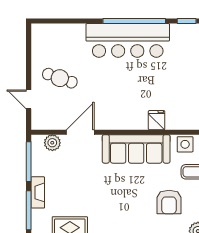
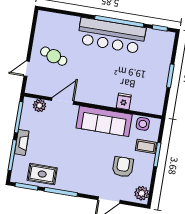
door: (29, 99) -> (27, 69), hinge flipped
armchair: (169, 202) -> (123, 167), turned 180

